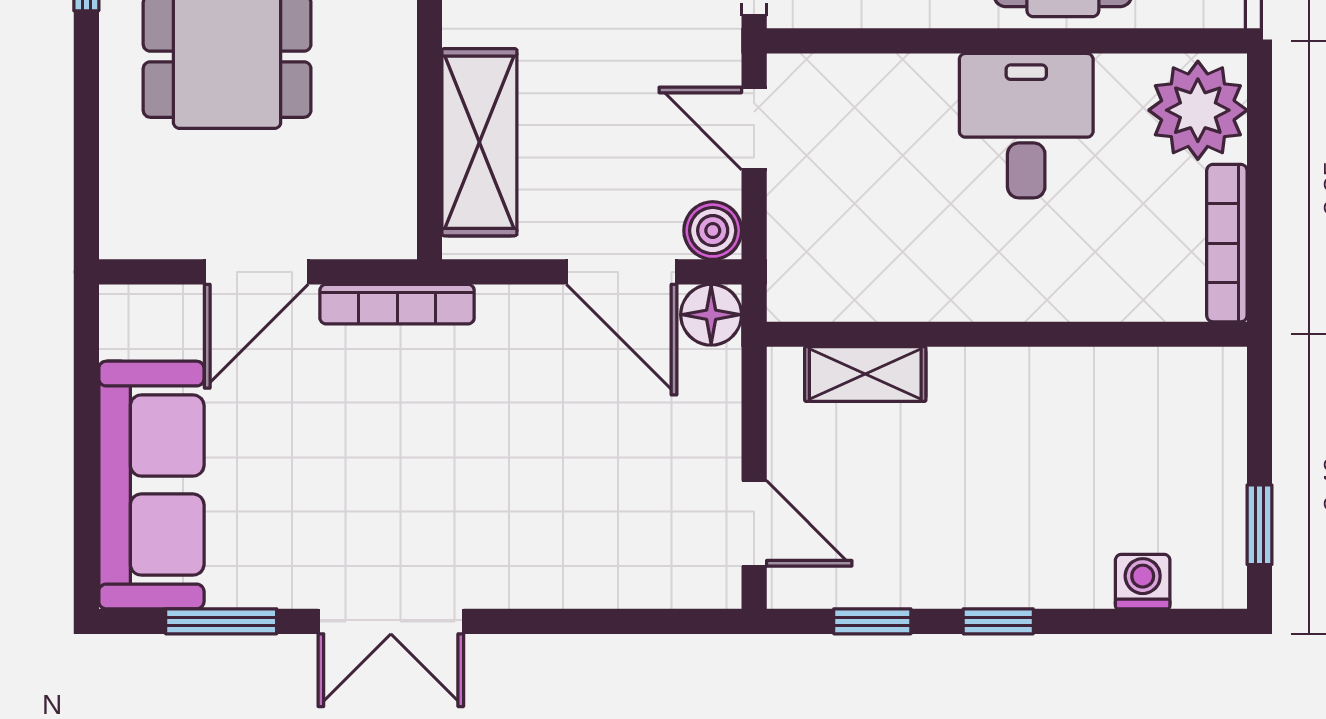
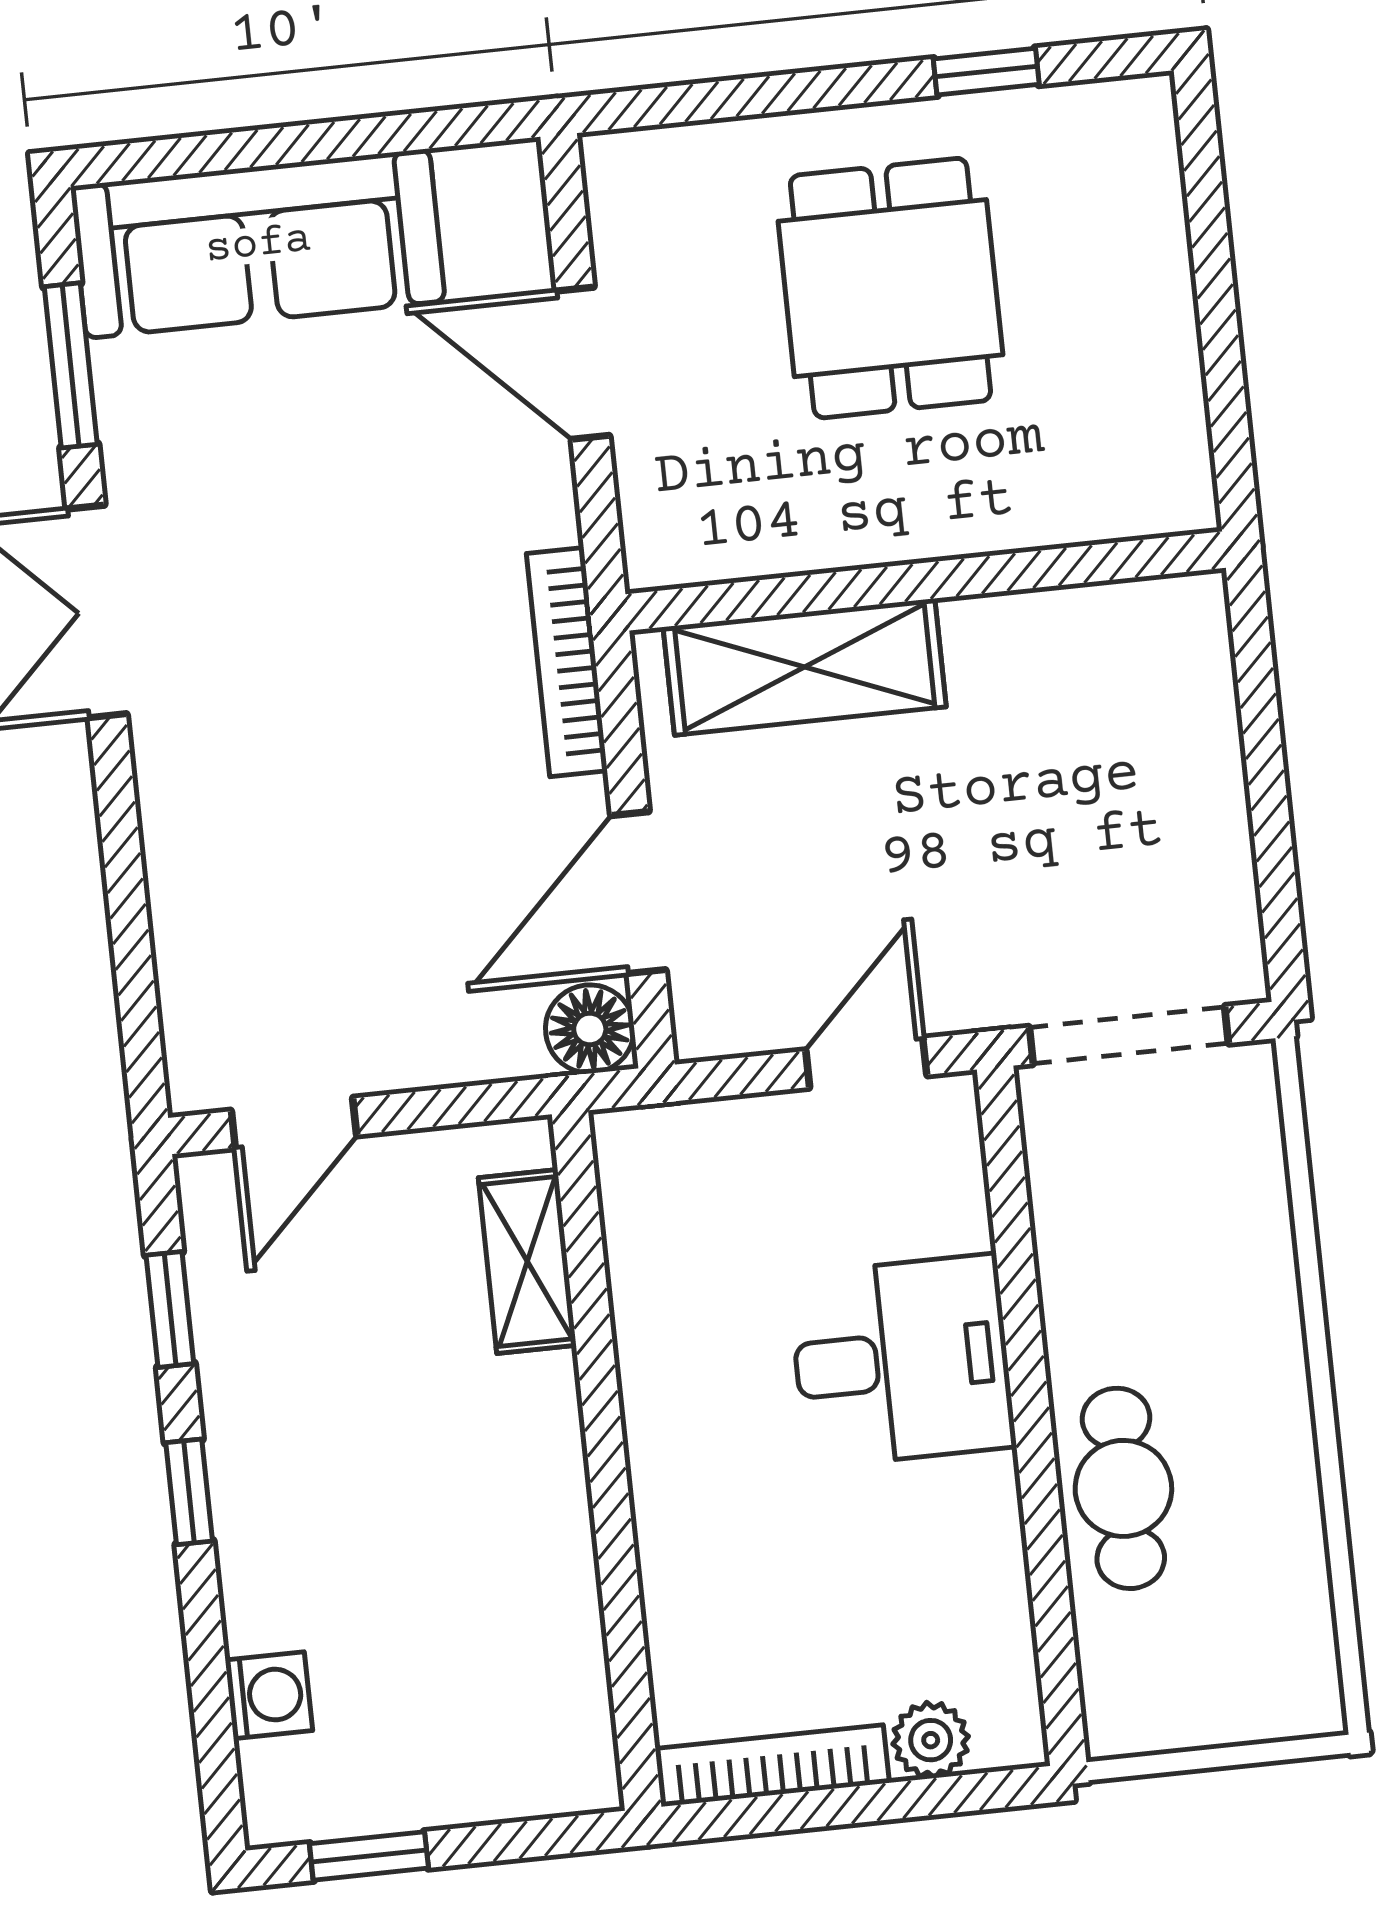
plant: (1198, 110) -> (931, 1740), width x0.53, depth x0.53
desk: (1026, 126) -> (902, 1361), moved
boiler: (713, 231) -> (712, 1019), removed
bookcase: (397, 304) -> (567, 662), moved

